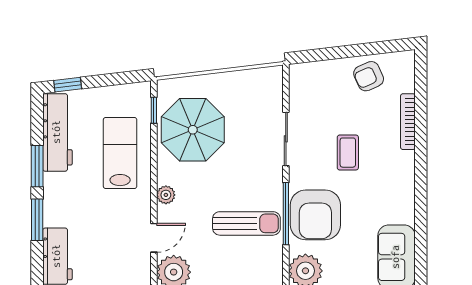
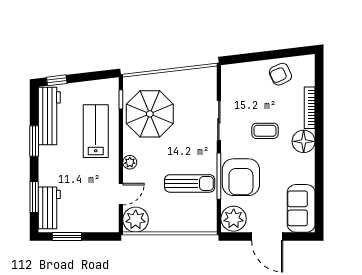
coffee table: (348, 153) -> (265, 131), turned 90
floor lamp: (400, 167) -> (304, 141), added
window: (37, 220) -> (34, 197), moved

